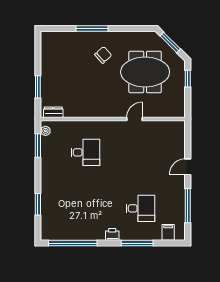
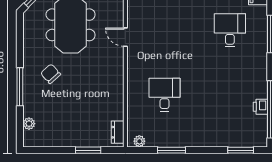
plant: (60, 36) -> (29, 124), added
window: (38, 145) -> (172, 150), moved
window: (38, 204) -> (241, 150), moved
printer: (112, 234) -> (260, 107), moved

